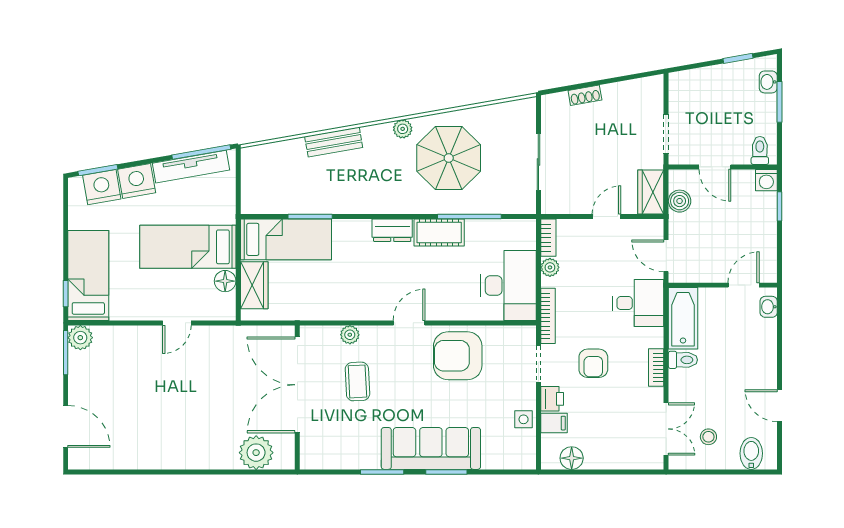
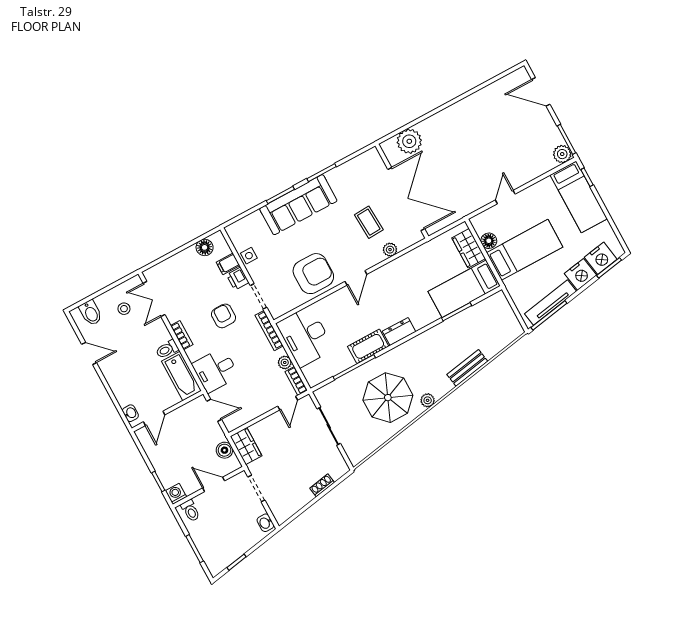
washbasin: (768, 82) -> (265, 523), moved, turned 180
door: (606, 217) -> (288, 403), moved

